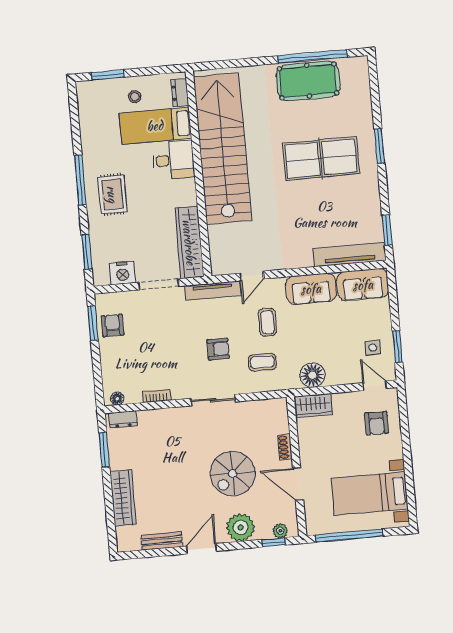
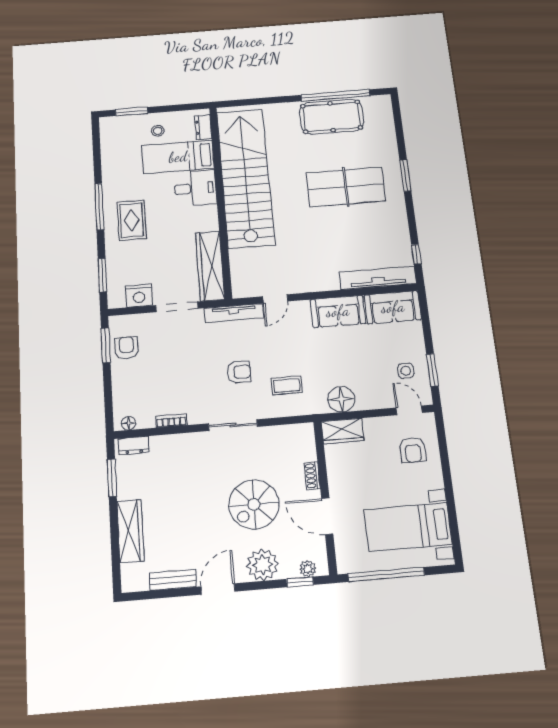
window: (387, 230) -> (416, 254), width x0.67
coffee table: (267, 322) -> (292, 345), removed

